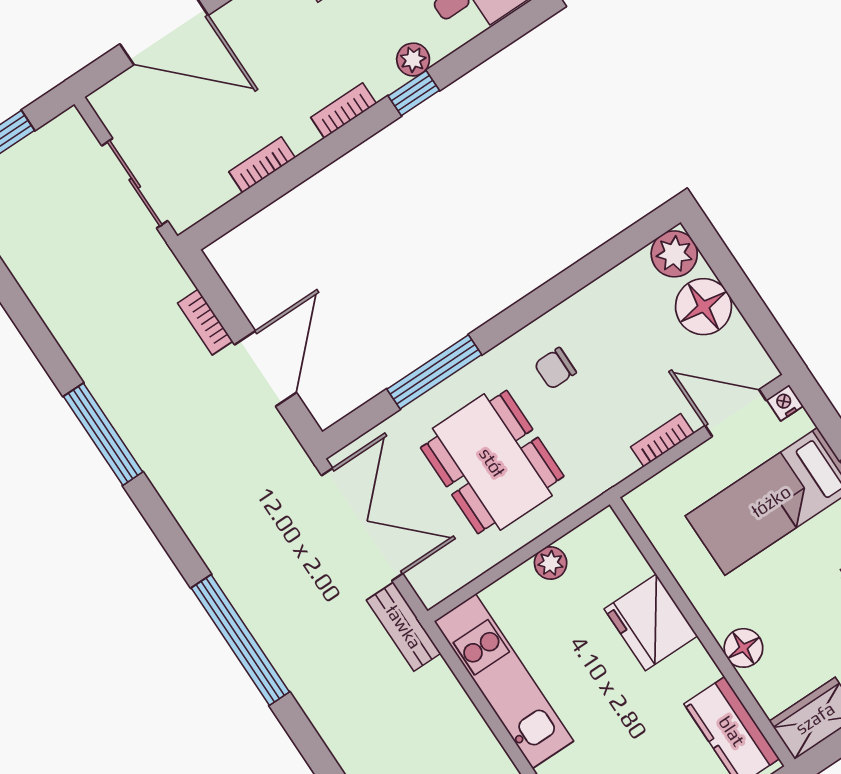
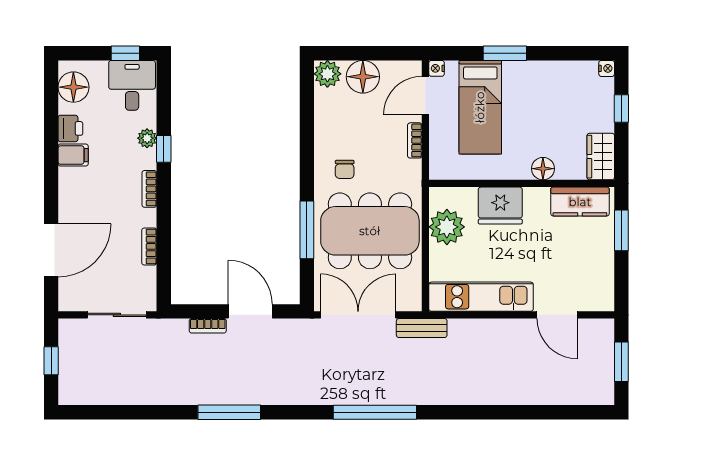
dining table: (492, 462) -> (370, 231), width x1.36, depth x1.24
plant: (551, 563) -> (447, 227), width x1.87, depth x1.87

